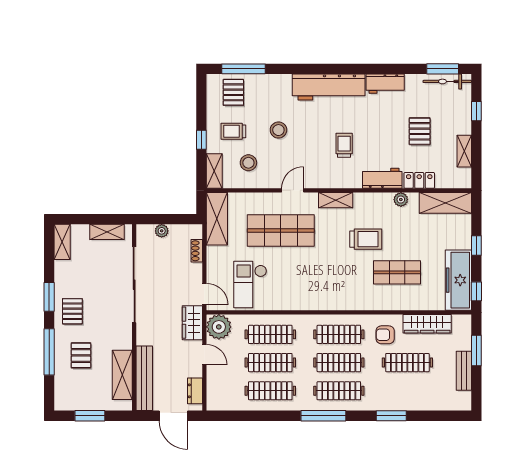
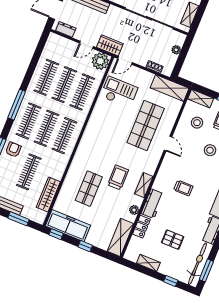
bicycle: (447, 81) -> (197, 264), width x1.37, depth x1.40
shelving: (336, 200) -> (144, 185), moved
trolley: (366, 239) -> (118, 177), turned 180
armchair: (385, 335) -> (13, 150), moved

